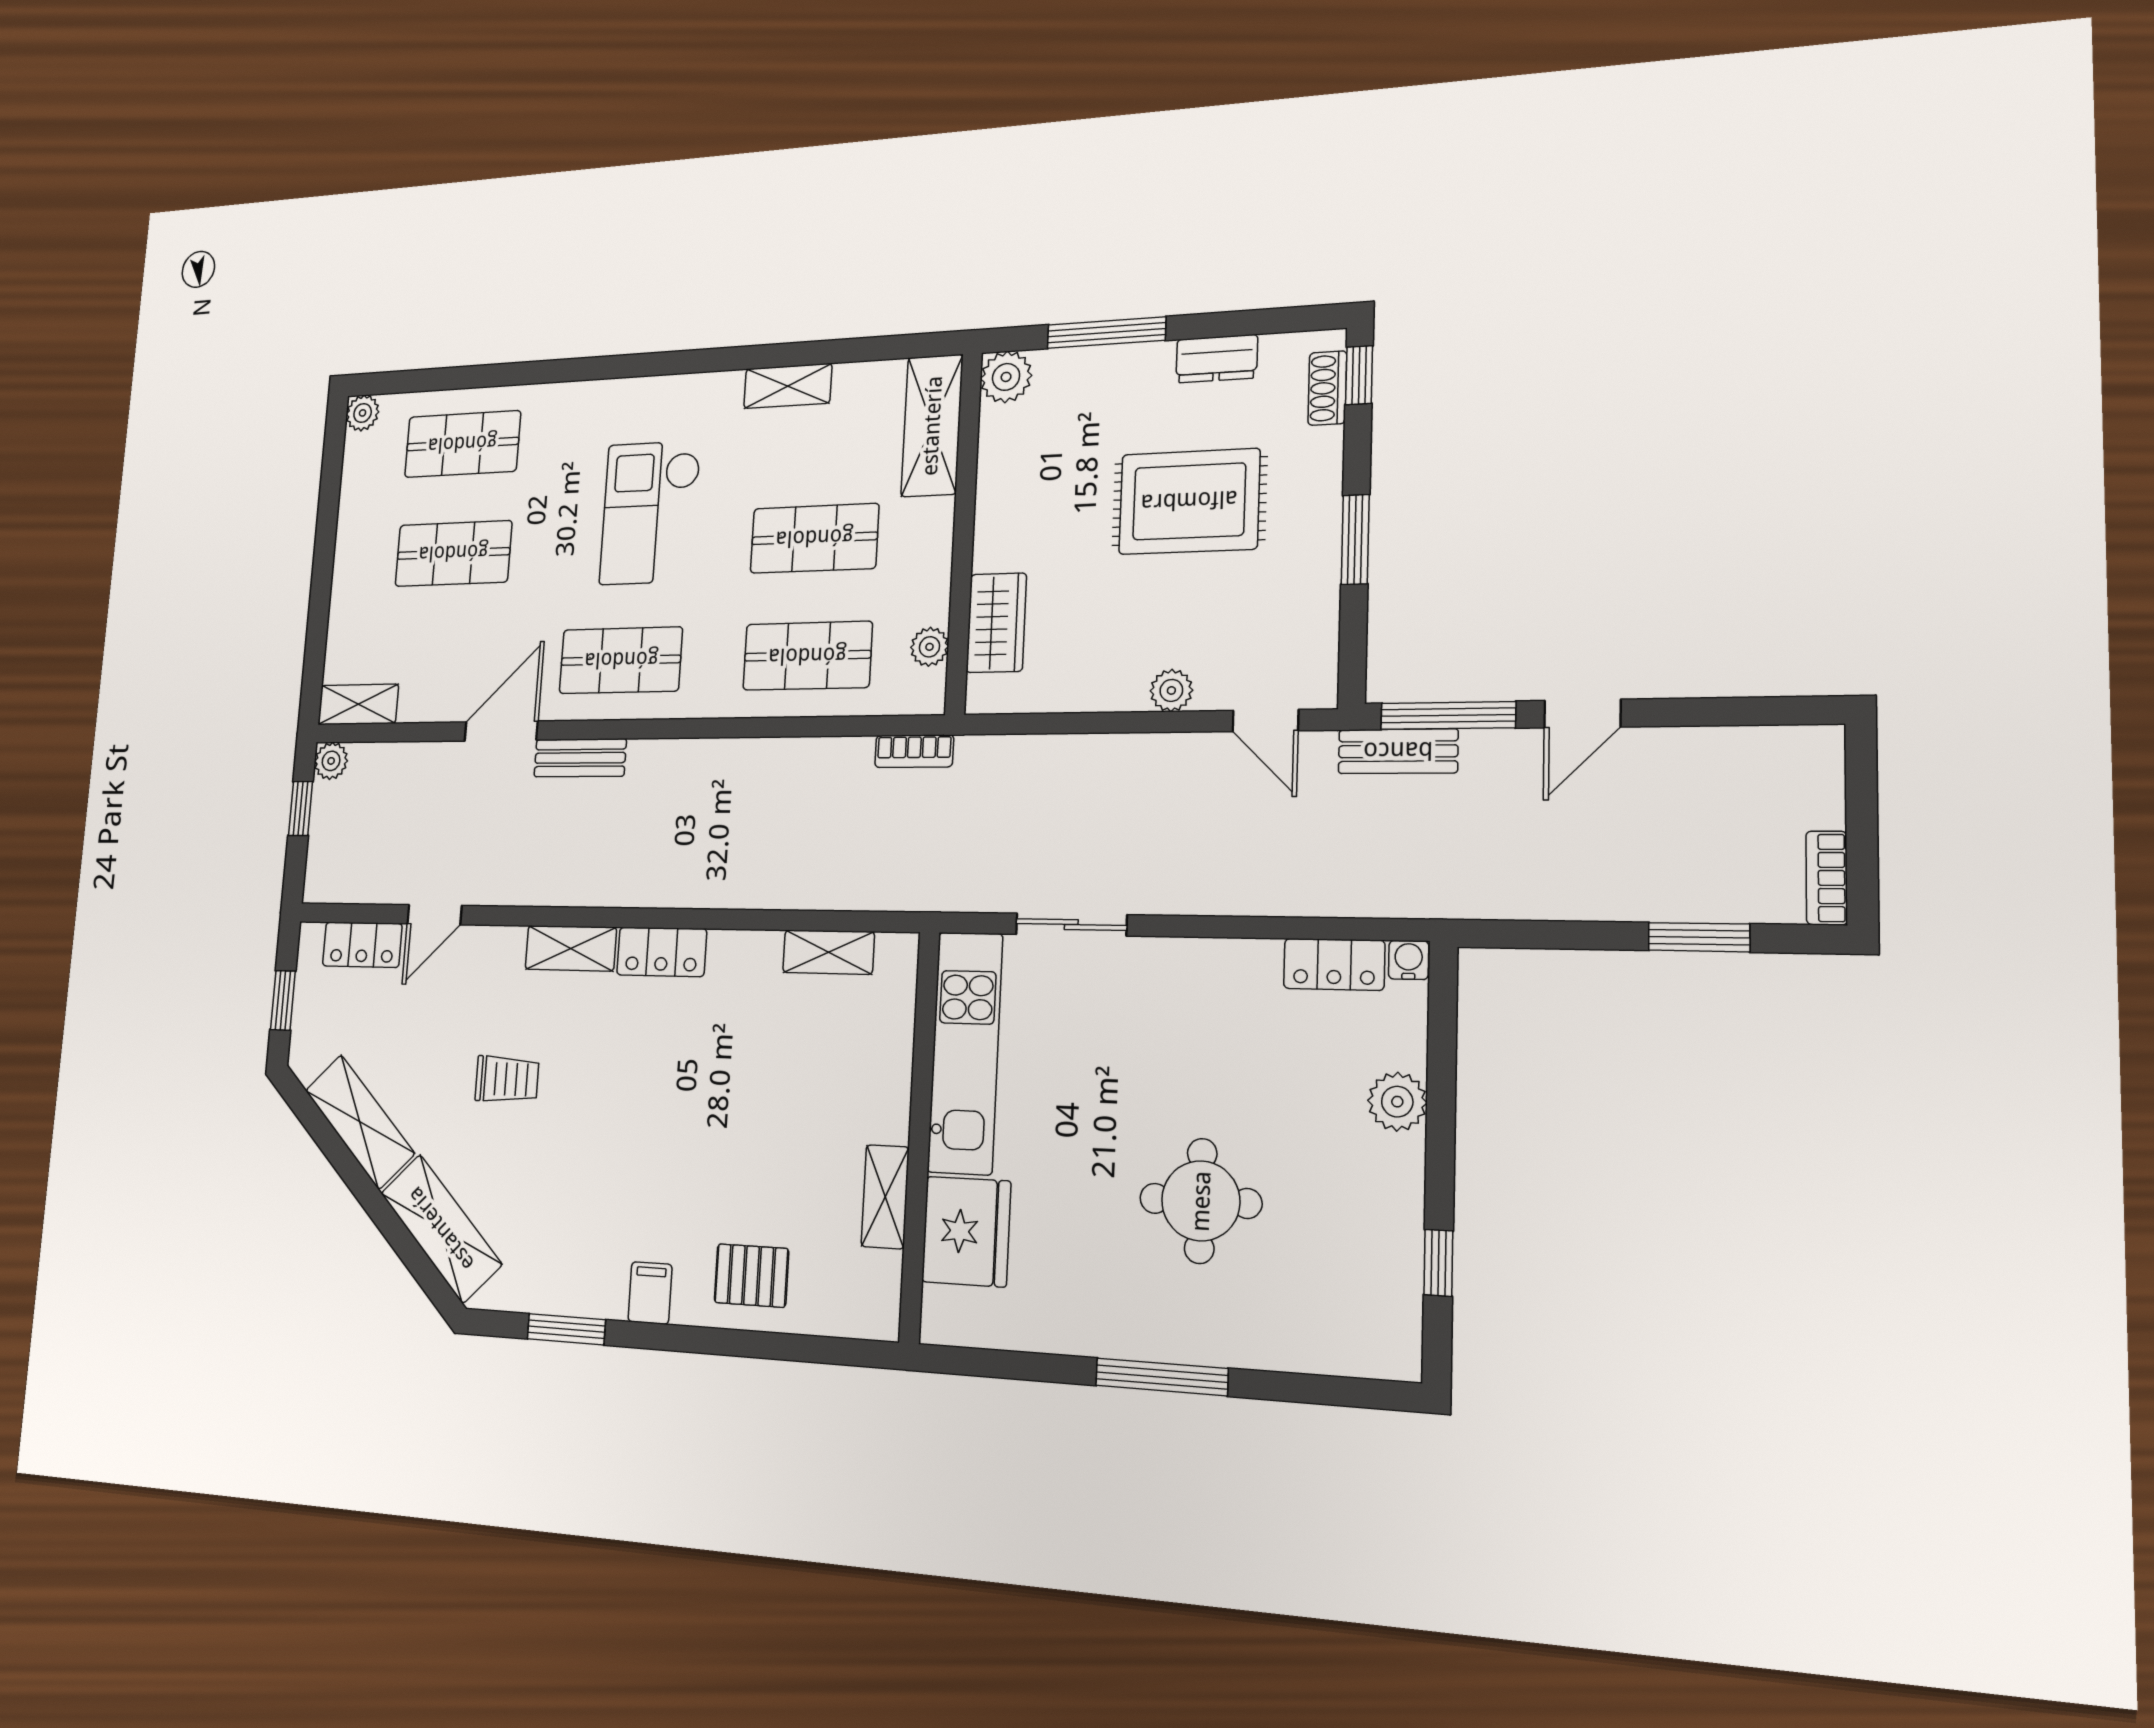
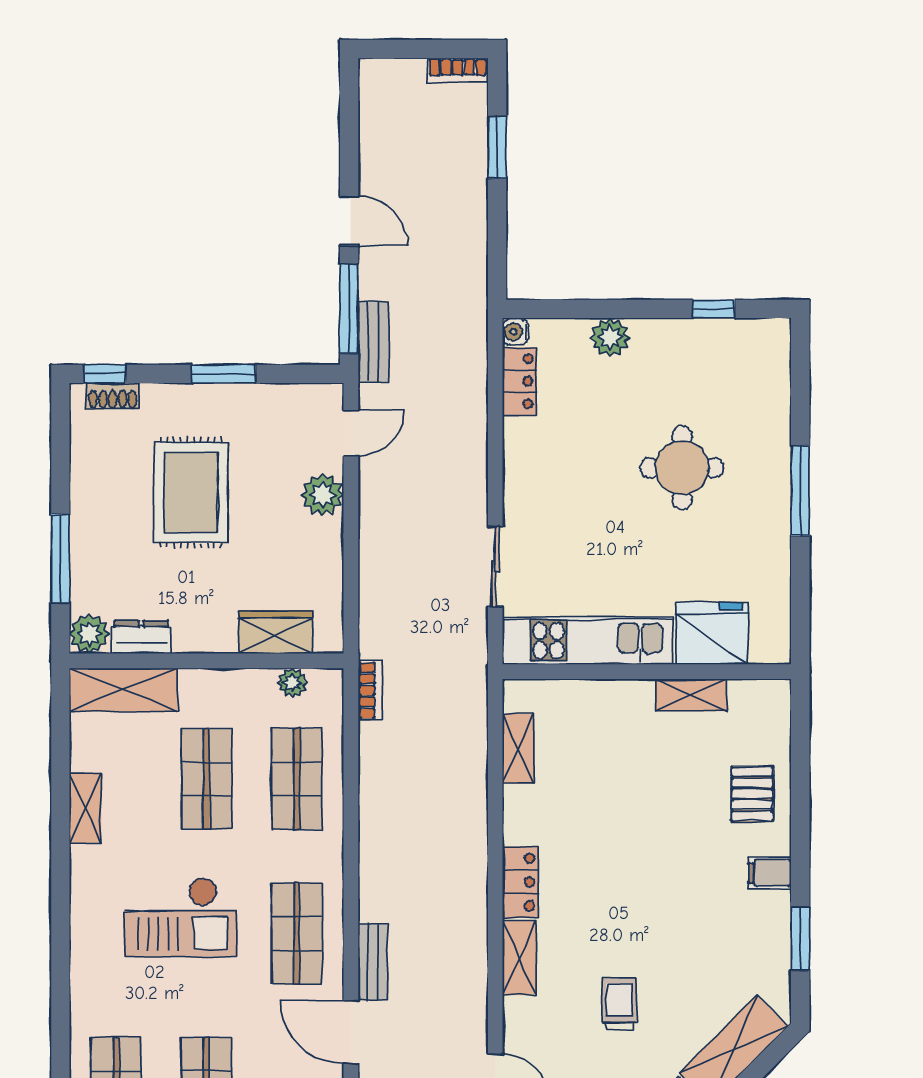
dresser: (1217, 359) -> (141, 637), moved, turned -90
plant: (1171, 690) -> (322, 495), width x1.38, depth x1.38

